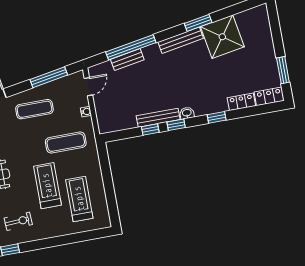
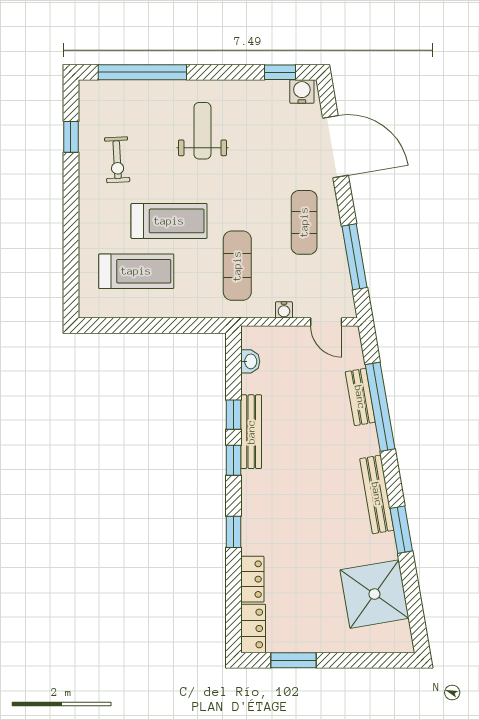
shower: (222, 37) -> (374, 594), moved
washbasin: (187, 113) -> (250, 361), moved

